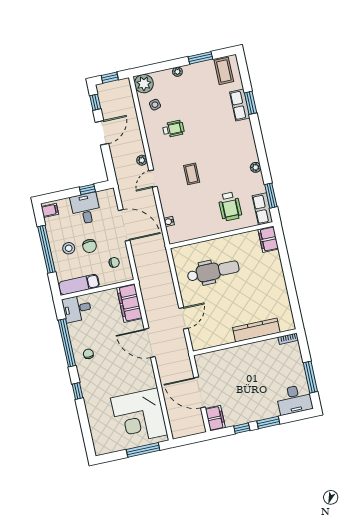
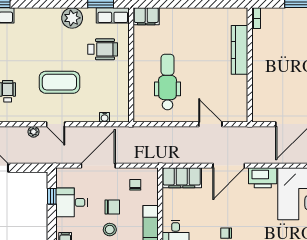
plant: (256, 167) -> (72, 18), width x1.87, depth x1.87
coffee table: (192, 174) -> (59, 82), width x1.86, depth x1.72
printer: (145, 376) -> (263, 178), added

